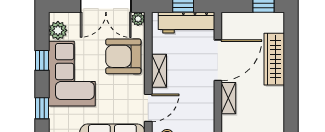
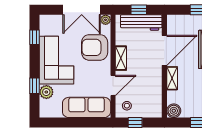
plant: (58, 30) -> (46, 92), moved
window: (42, 60) -> (35, 37), moved

